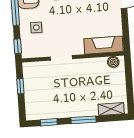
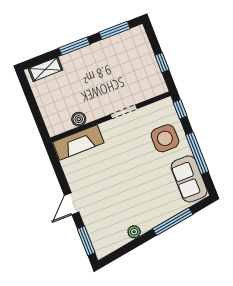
side table: (36, 27) -> (165, 138), width x1.87, depth x1.87
boiler: (113, 62) -> (79, 119), moved
window: (49, 122) -> (115, 30), width x1.50

